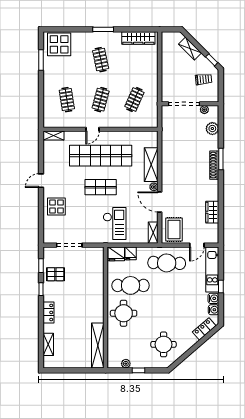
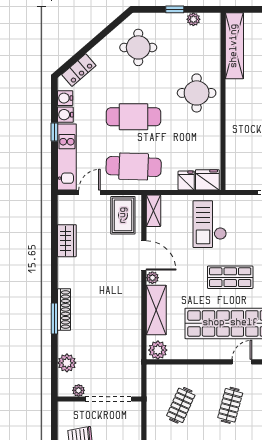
plant: (150, 137) -> (158, 350), added
cafe table: (131, 285) -> (133, 117), moved

